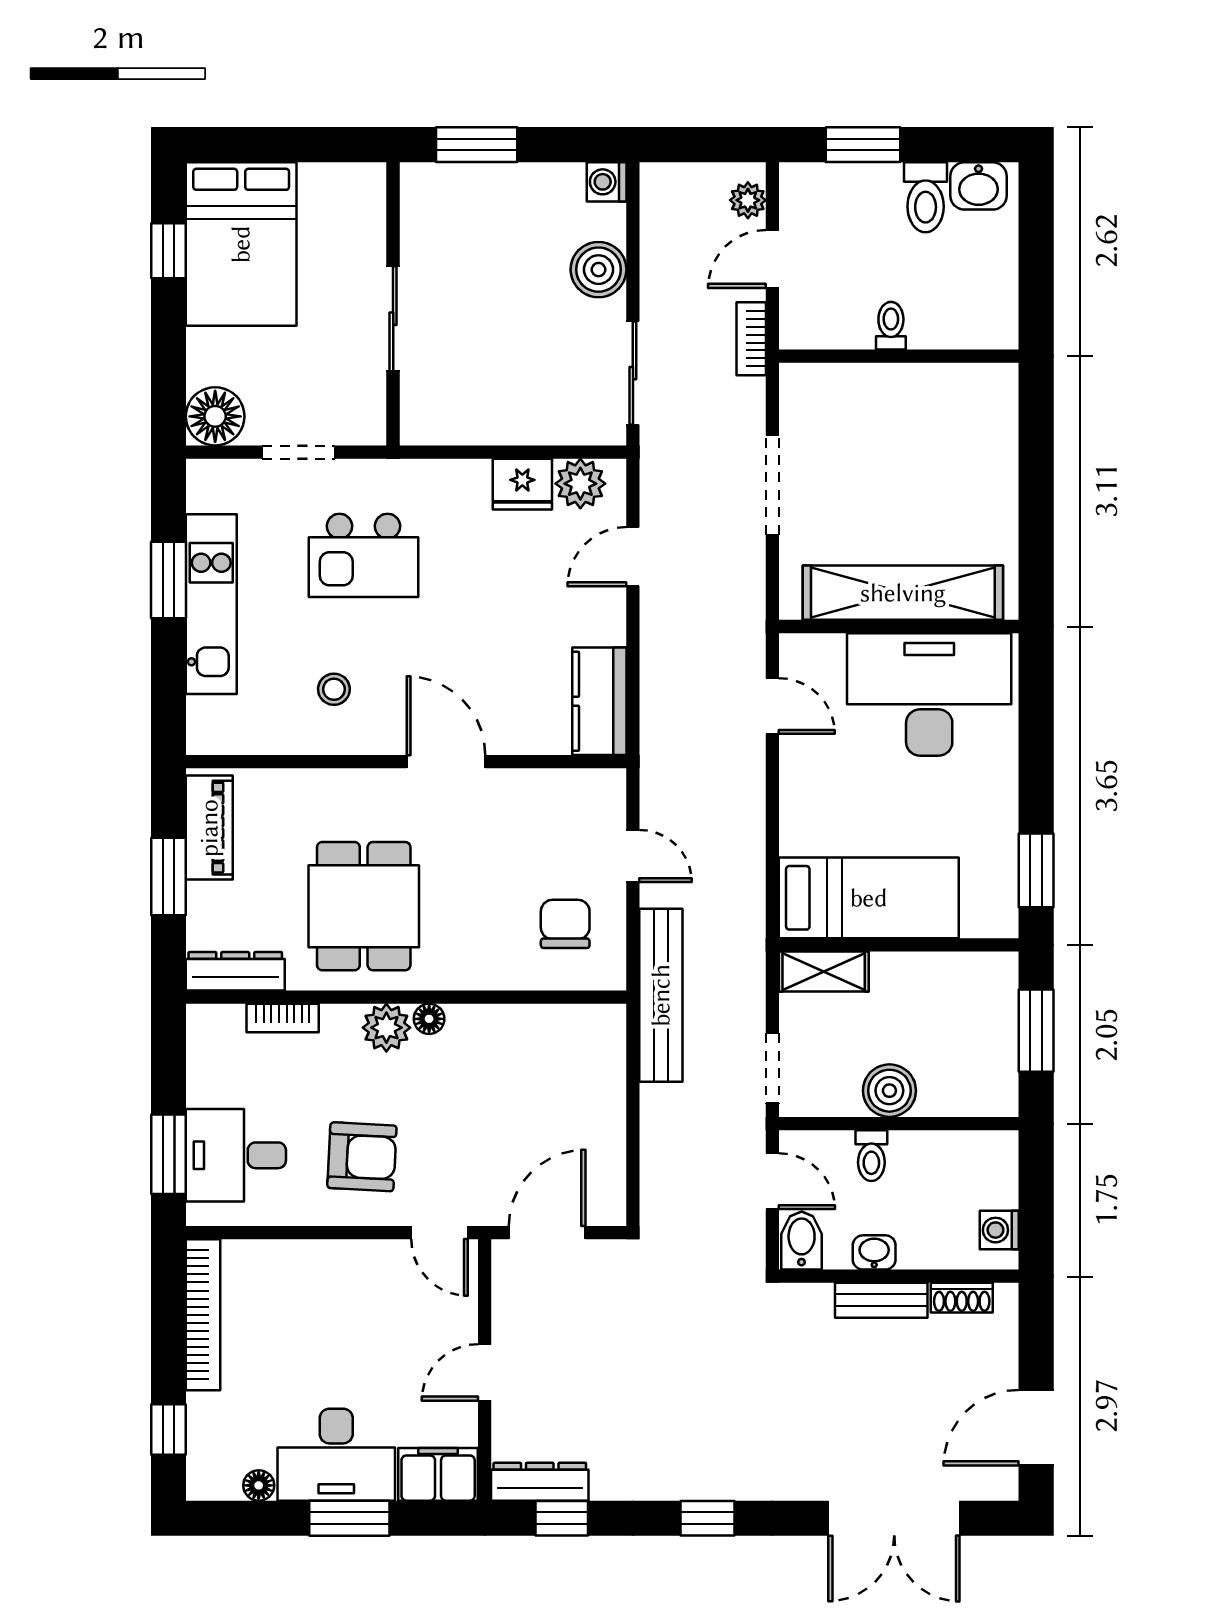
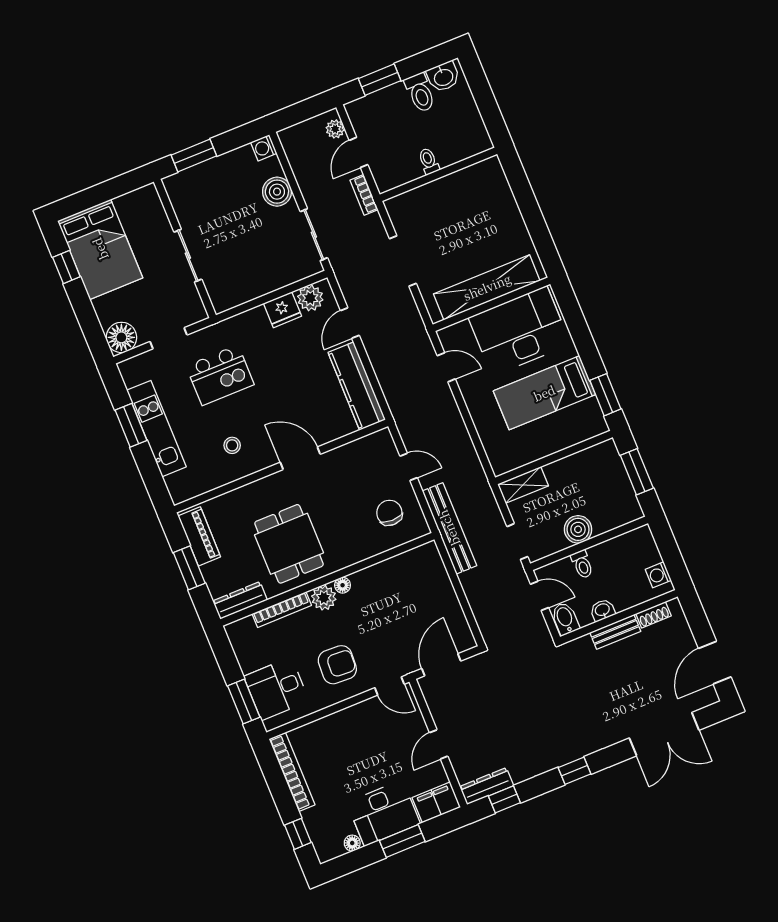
kitchen counter: (599, 701) -> (357, 386), width x1.50
bed: (869, 898) -> (544, 393), moved, turned 180
bookcase: (283, 1018) -> (282, 610), width x1.56

